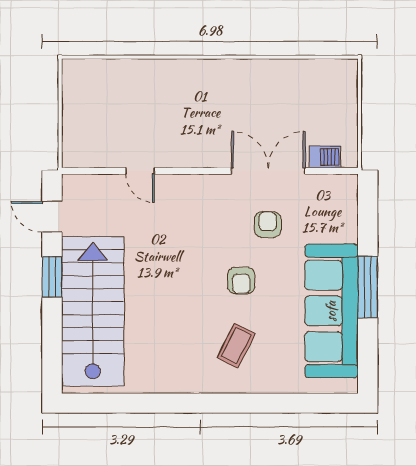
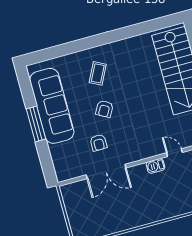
barbecue: (325, 157) -> (156, 166), moved
armchair: (241, 281) -> (104, 109), turned -151

